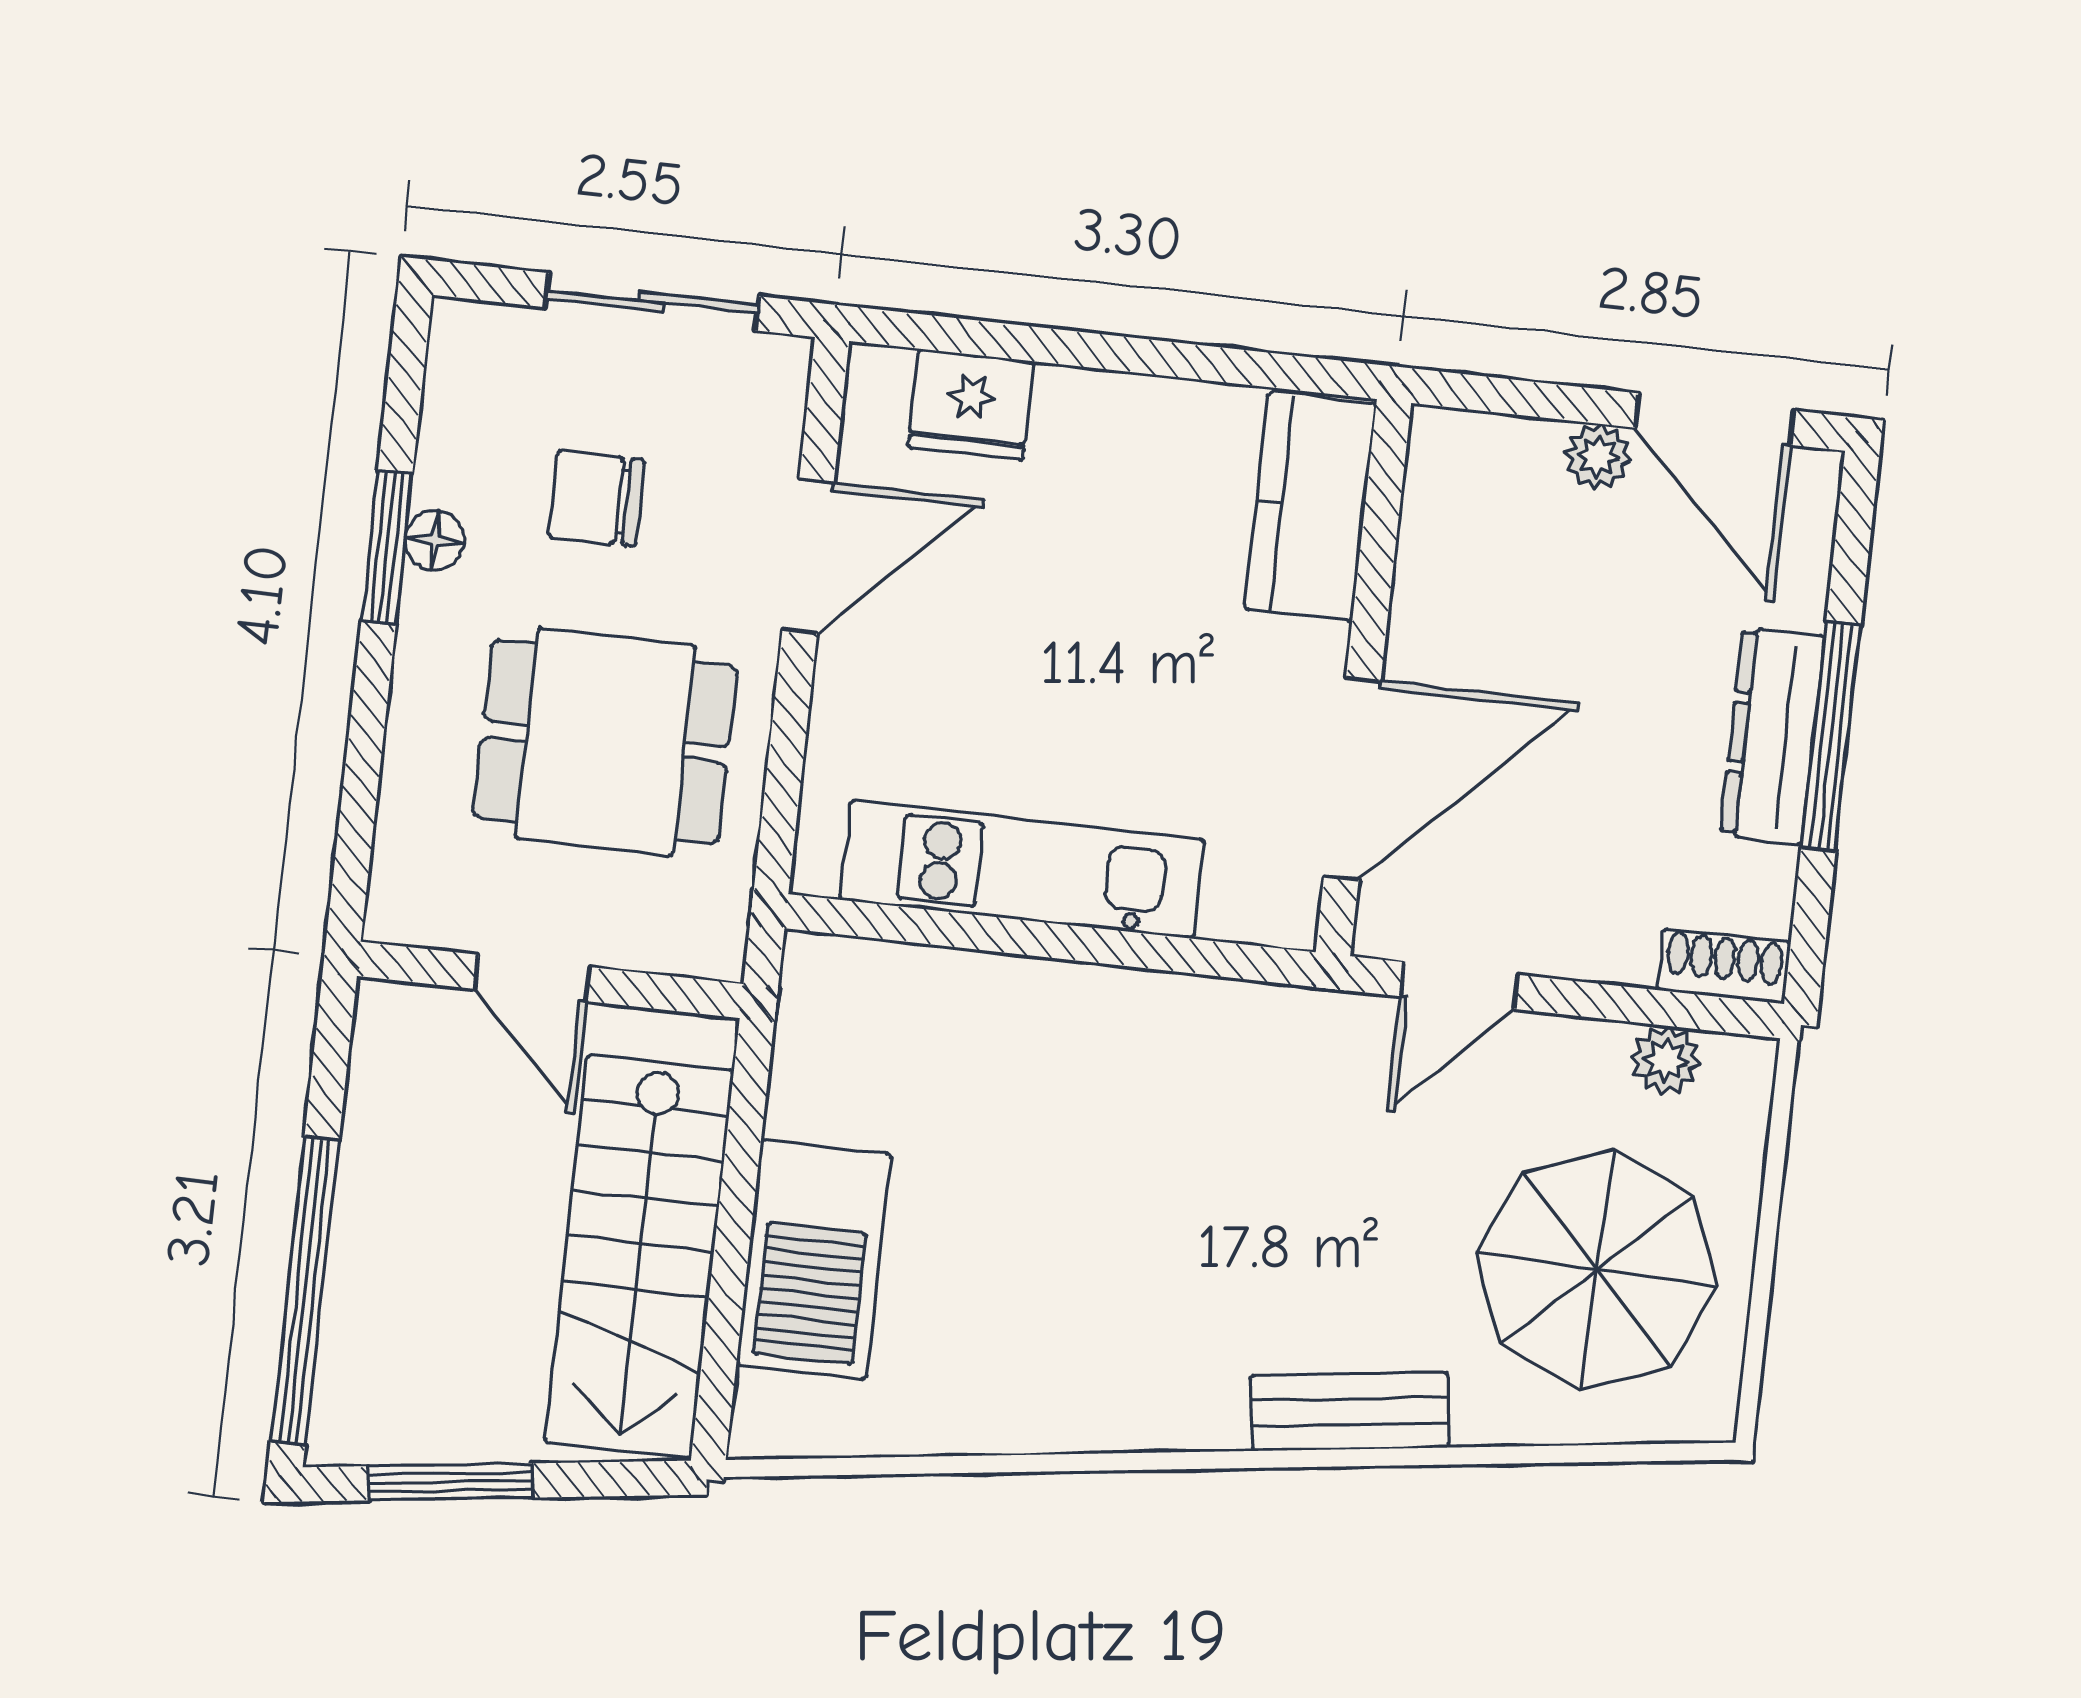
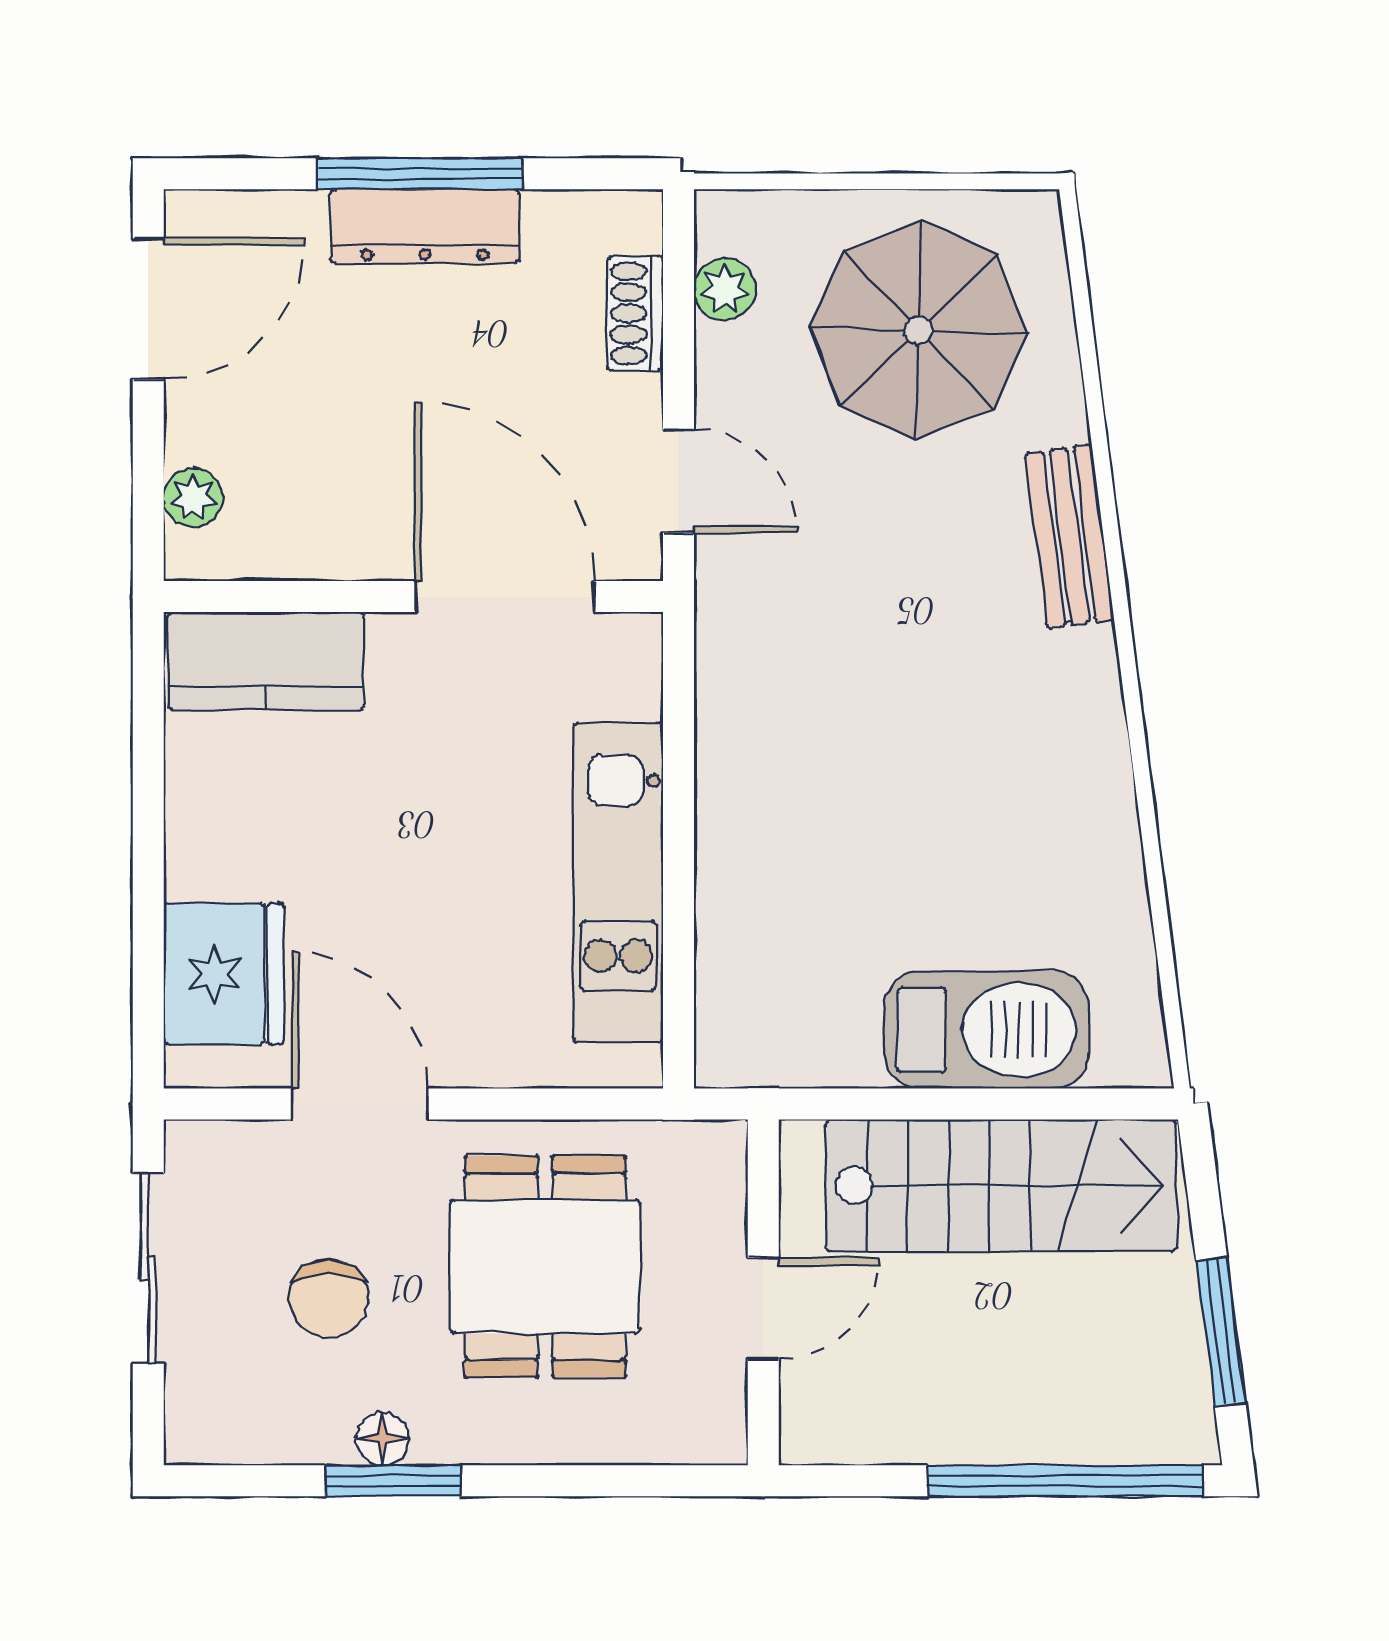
fridge: (971, 405) -> (224, 974), width x1.36, depth x1.34
plant: (1598, 457) -> (193, 498), moved
shoe rack: (1724, 966) -> (635, 313), moved

